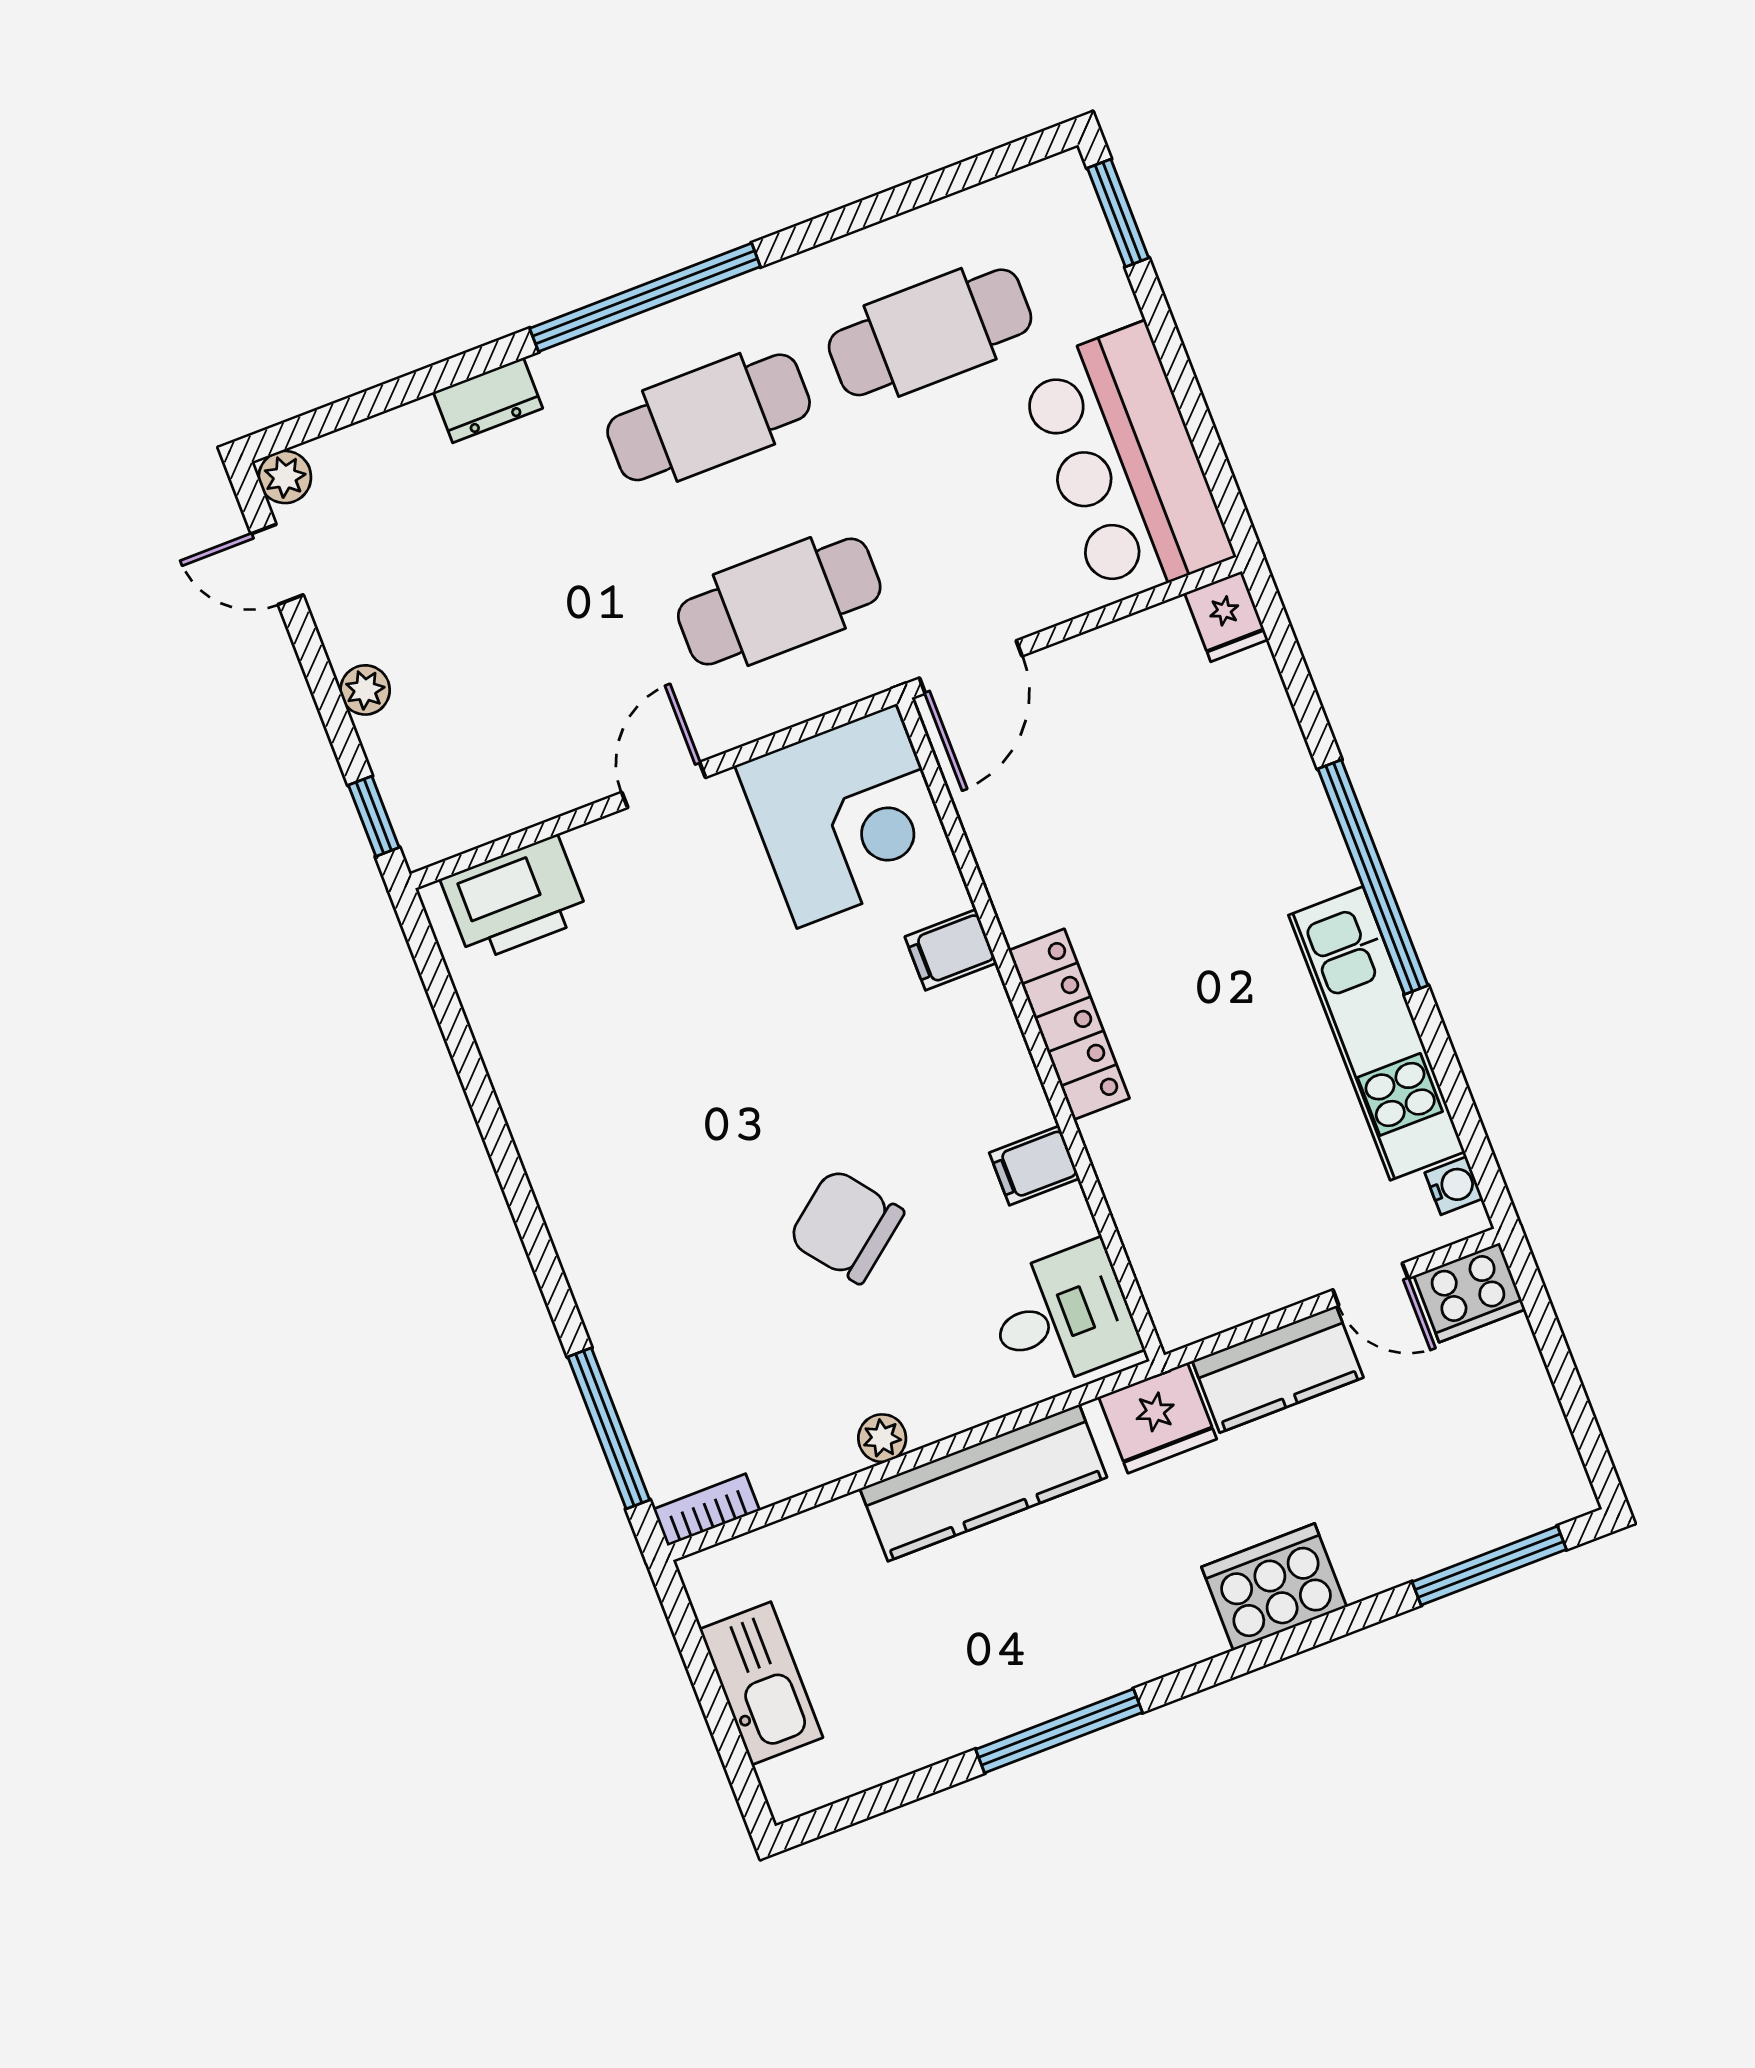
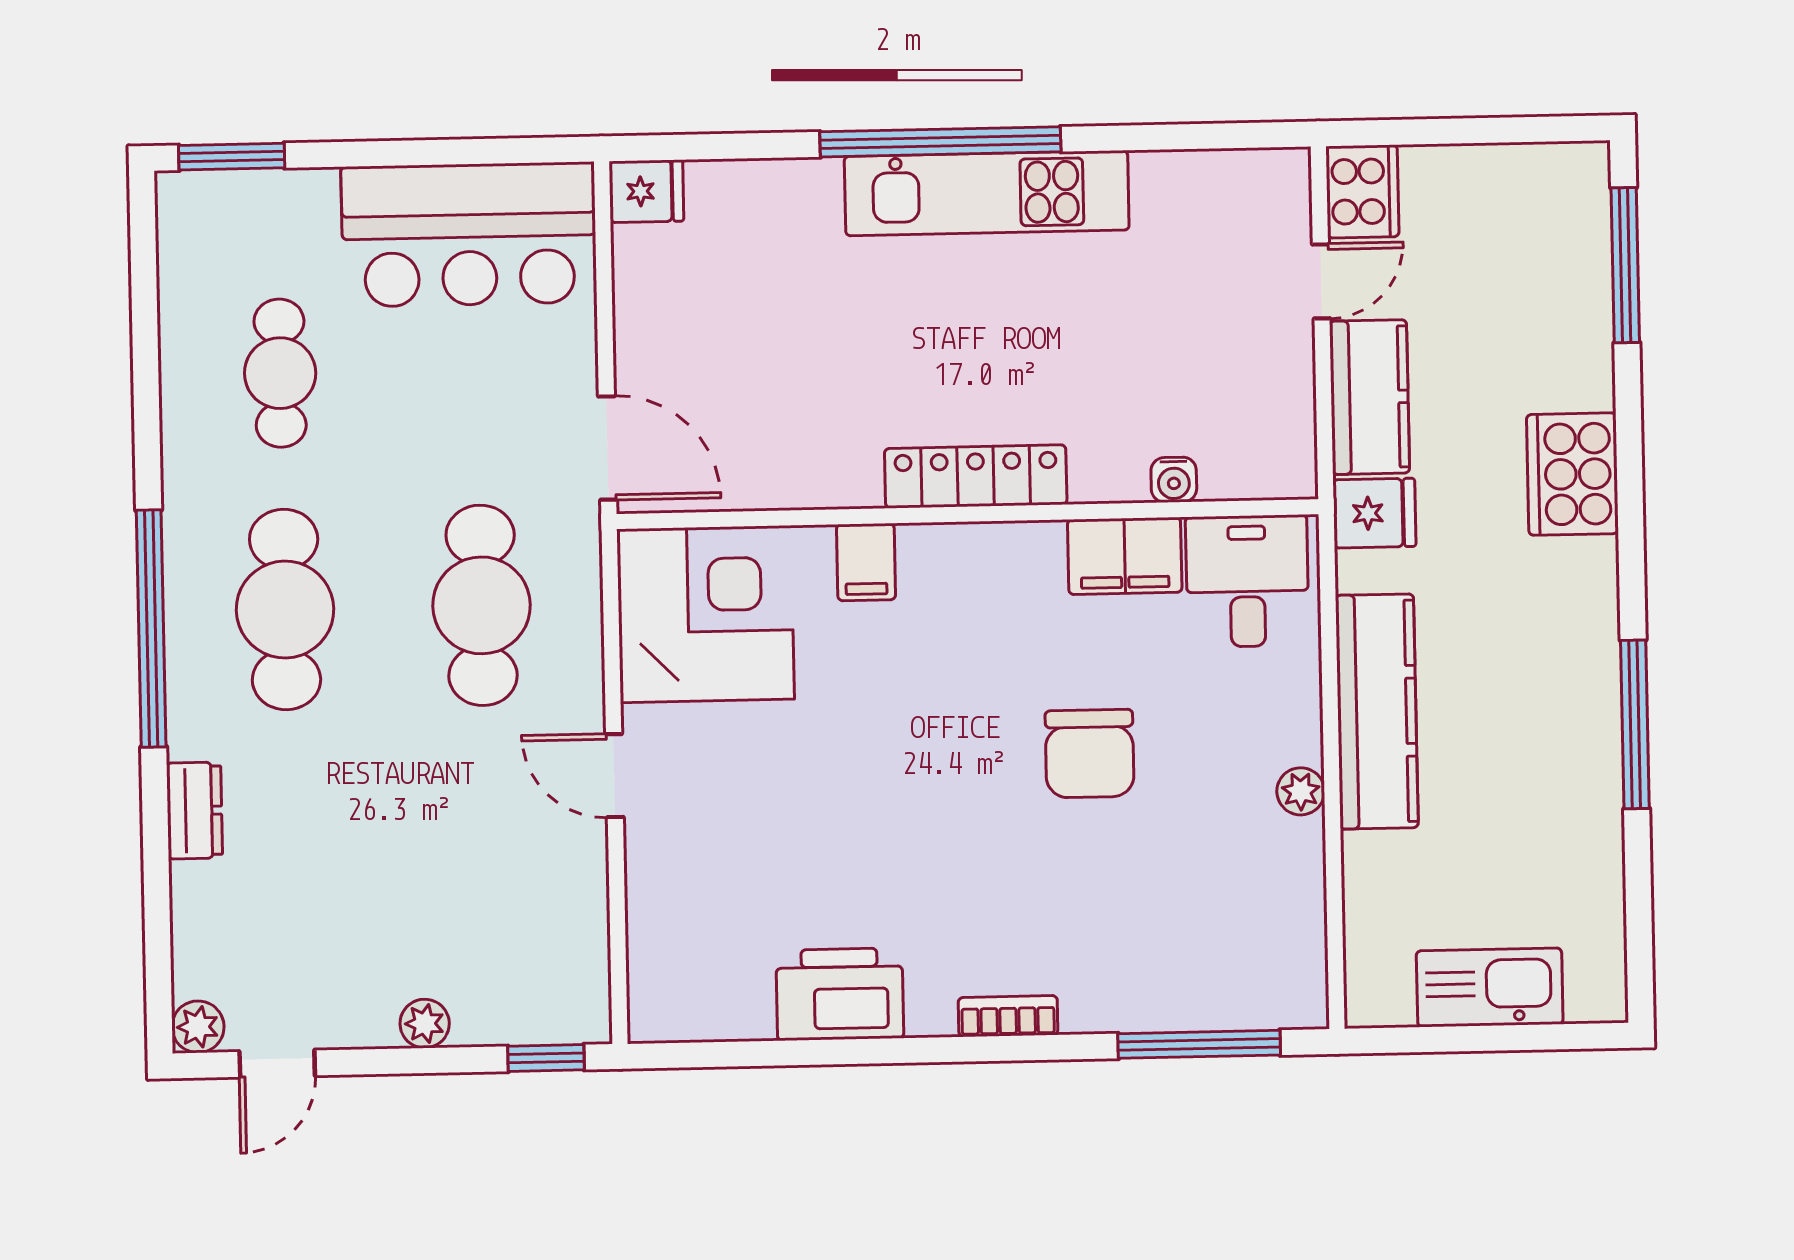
cafe table: (930, 332) -> (280, 373), width x0.73, depth x0.74
printer: (515, 899) -> (840, 994), moved, turned -90
kitchen unit: (1377, 1033) -> (987, 193), moved
filing cabinet: (1034, 1166) -> (1125, 556), width x2.00
water cooler: (1454, 1186) -> (1174, 480), moved, turned 180
chair: (846, 1226) -> (1090, 754), turned -52
fridge: (1158, 1418) -> (1374, 513), width x0.72
bookcase: (707, 1510) -> (1008, 1016), moved, turned 90

